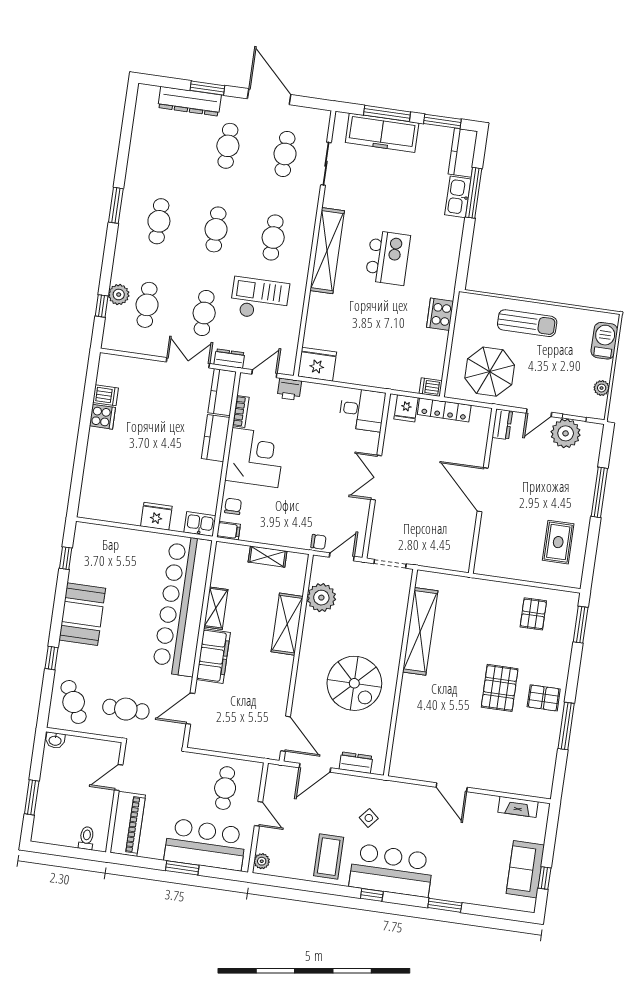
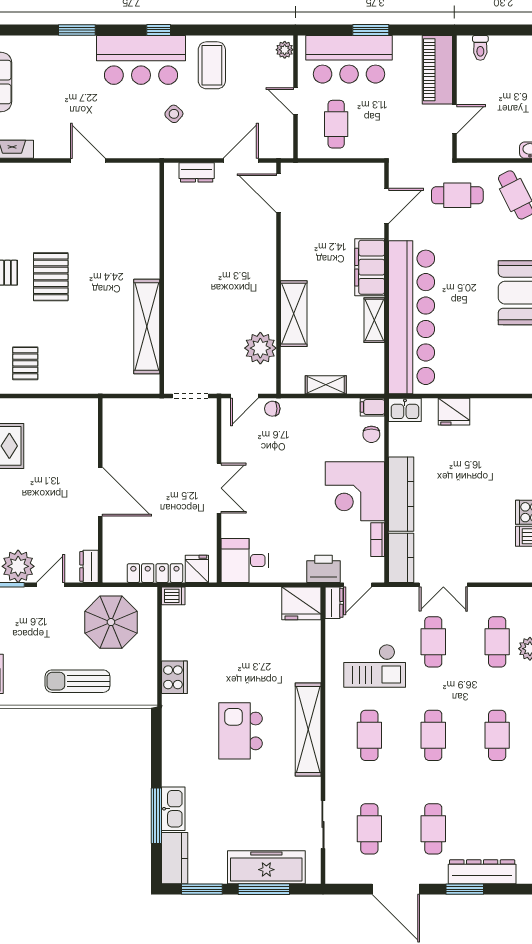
dresser: (229, 359) -> (334, 603), moved, turned -90
printer: (289, 389) -> (324, 569), width x1.36, depth x1.24
kitchen counter: (216, 438) -> (401, 494), width x1.50
spiral stairs: (354, 683) -> (211, 259), removed

